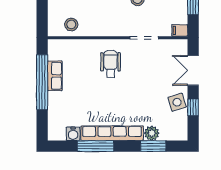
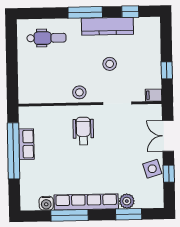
stool: (71, 24) -> (79, 92), moved

